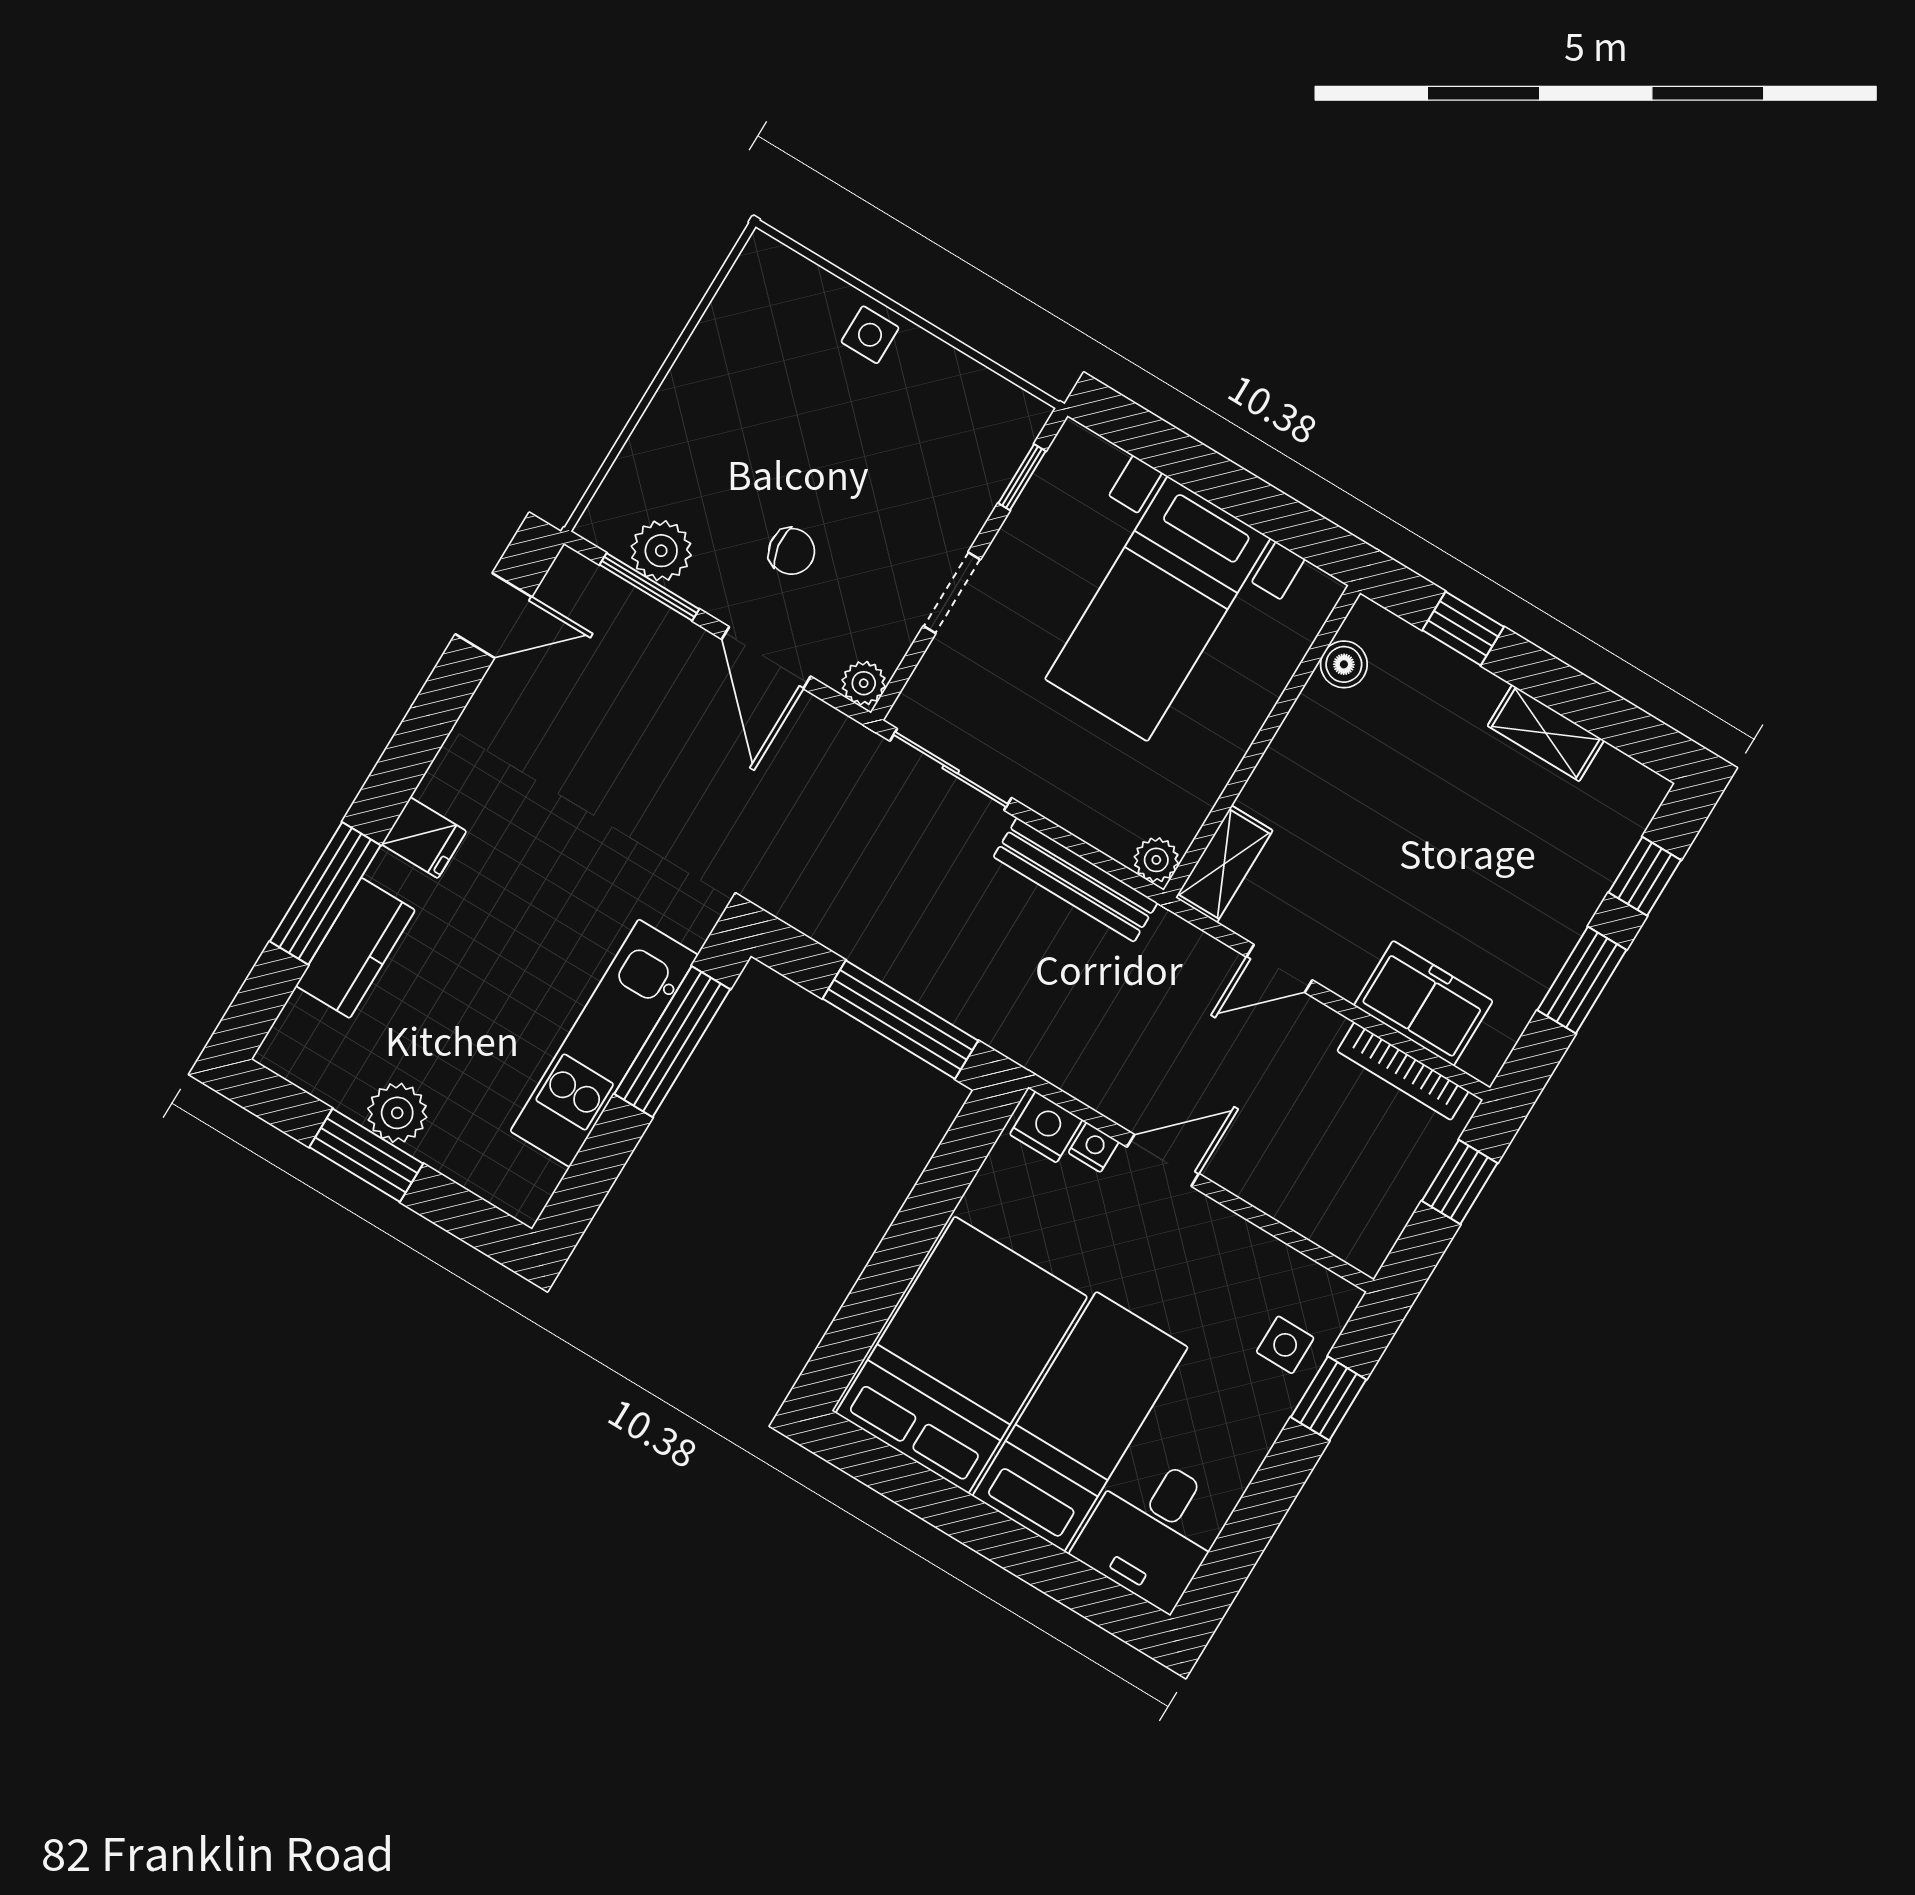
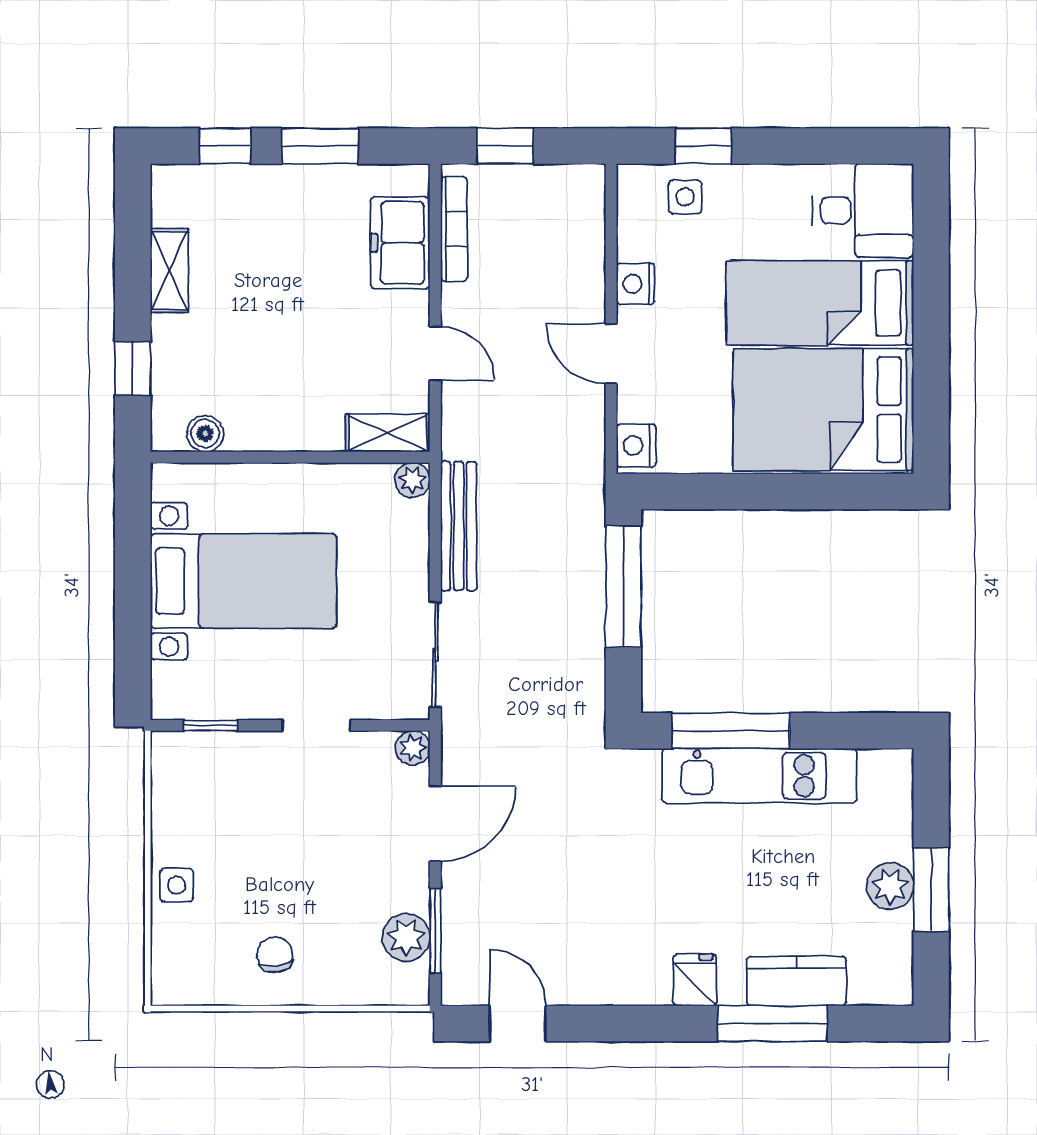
chair: (792, 551) -> (275, 955), moved
nightstand: (1094, 1147) -> (635, 284), moved, width x1.39, depth x1.35

